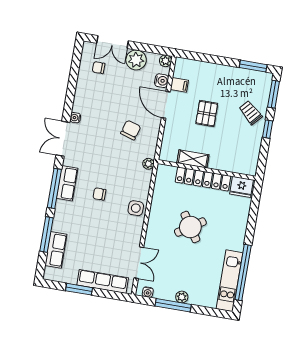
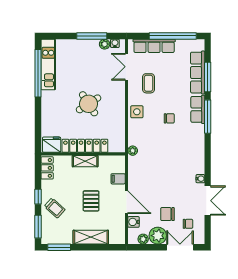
plant: (166, 61) -> (143, 239), moved
shelving: (214, 72) -> (91, 237), added
filing cabinet: (179, 85) -> (118, 179), moved
chair: (131, 130) -> (167, 214), moved, turned 73
double door: (63, 139) -> (208, 201), moved
shelving: (193, 159) -> (85, 161), moved
locker: (251, 161) -> (47, 168), added
row of seats: (67, 183) -> (198, 109), moved
coffee table: (117, 239) -> (149, 83), added
row of seats: (56, 250) -> (198, 73), width x1.48
window: (79, 289) -> (173, 36), width x2.11
plant: (182, 297) -> (105, 44), moved

